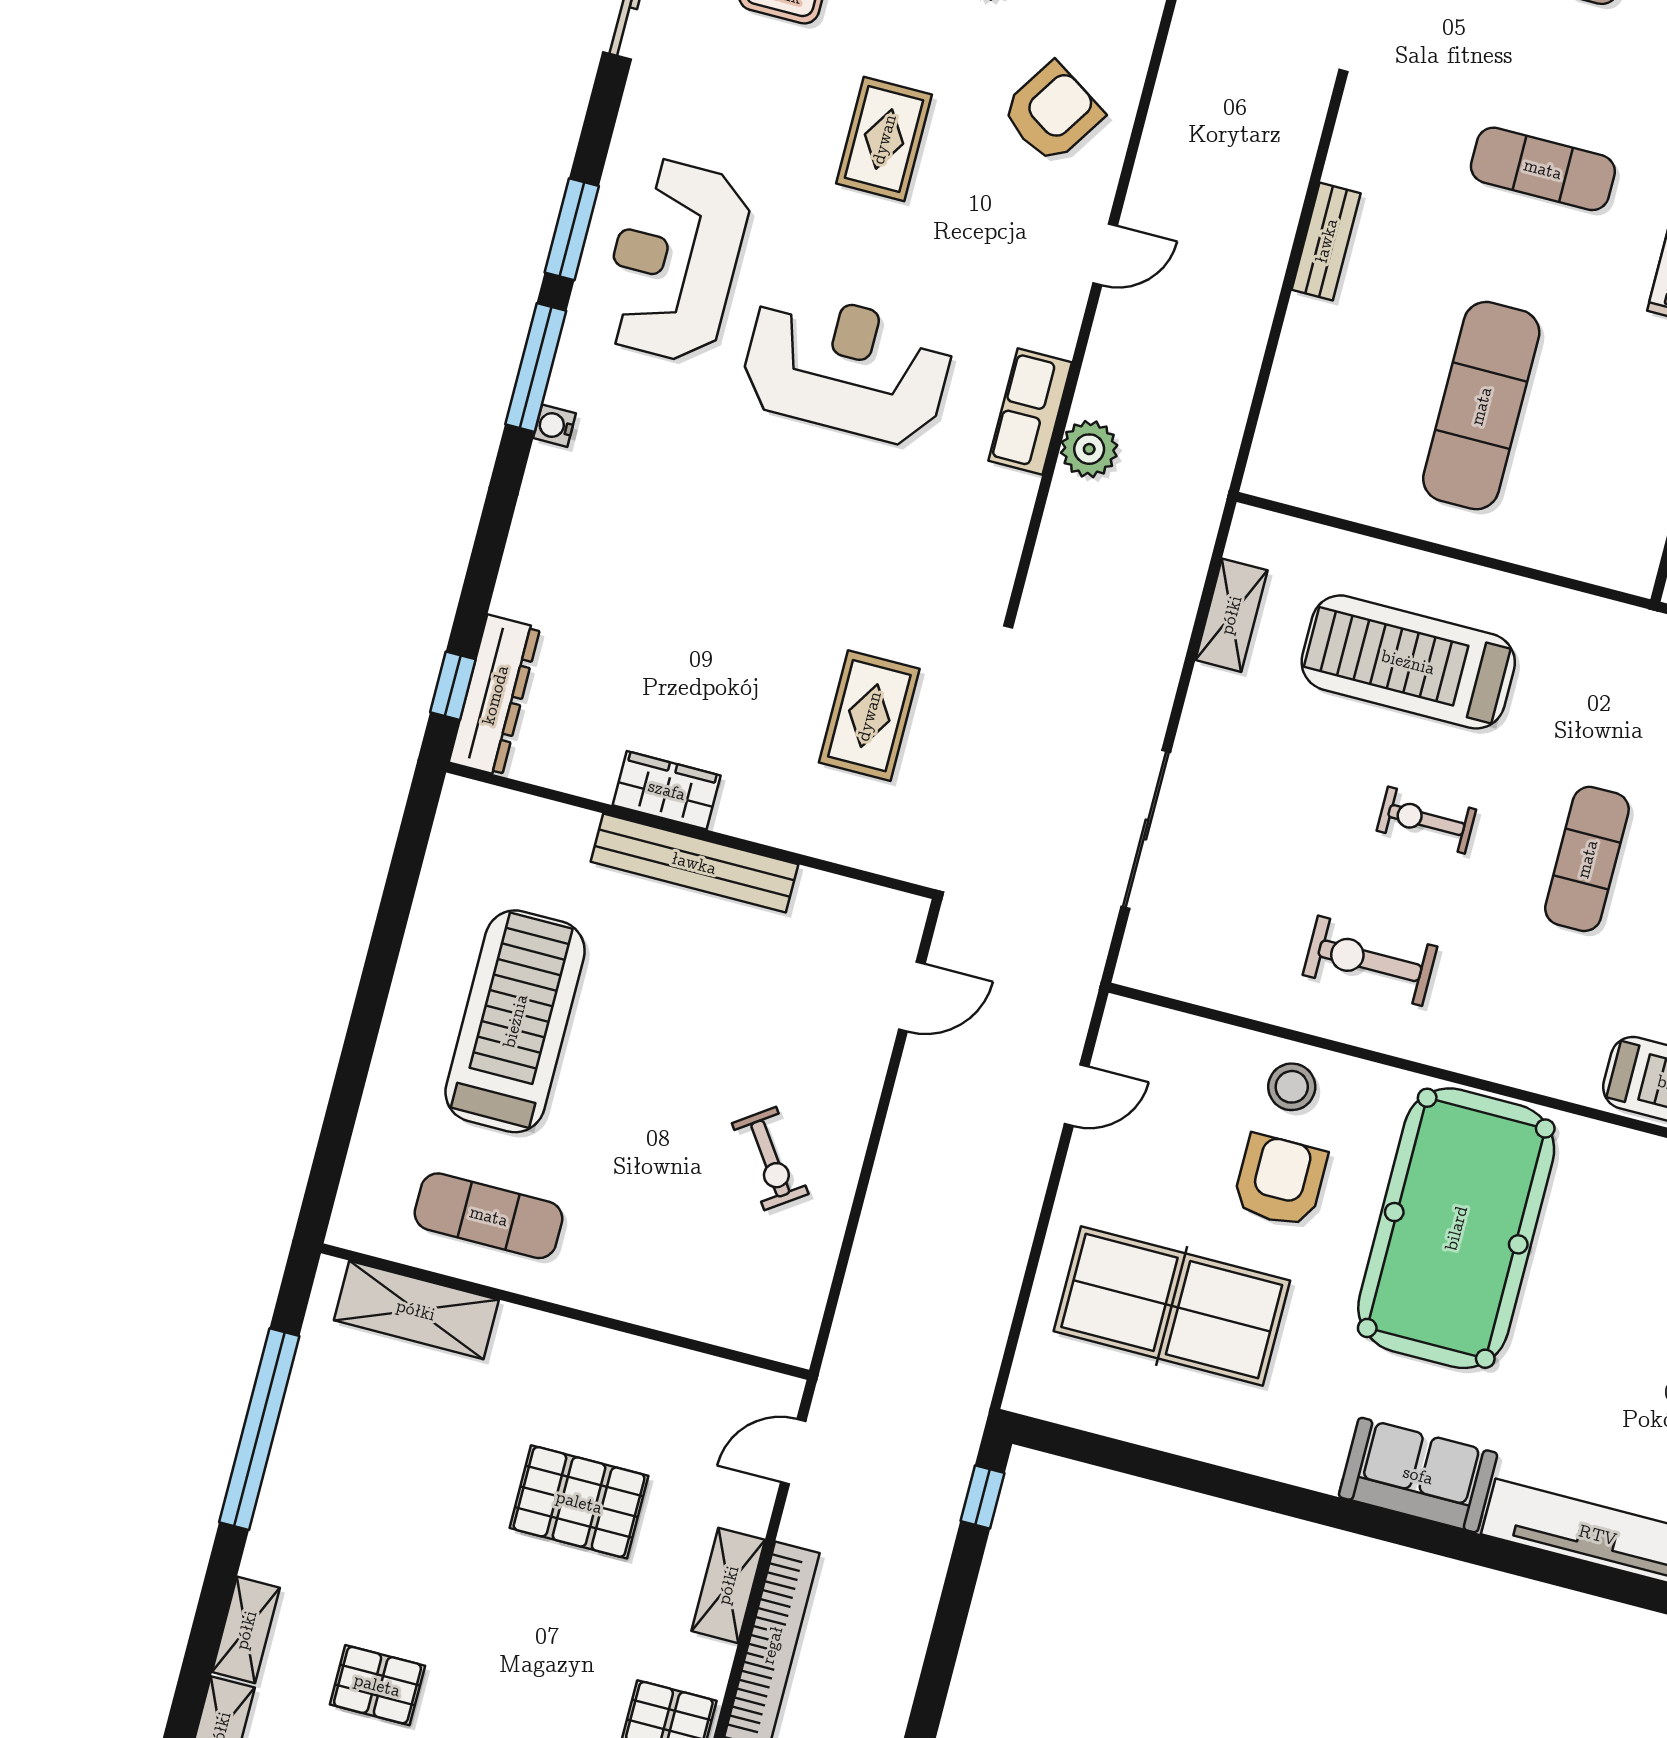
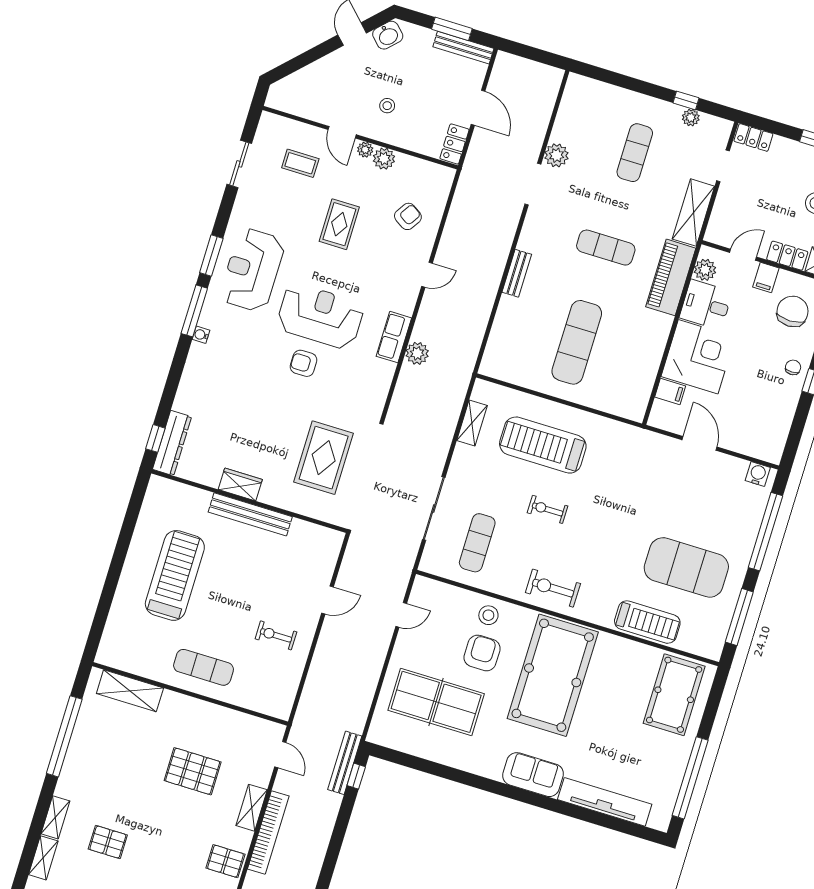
armchair: (1052, 113) -> (408, 216), width x0.72, depth x0.72
armchair: (810, 485) -> (304, 363), added
rug: (869, 716) -> (324, 458), width x1.36, depth x1.43
exercise mat: (1587, 859) -> (477, 543), moved
exercise bike: (1370, 961) -> (553, 588), moved
door: (912, 997) -> (327, 600), moved
exercise bike: (770, 1159) -> (276, 635), turned 125
exercise mat: (489, 1216) -> (204, 667), moved
door: (793, 1452) -> (280, 755), swing flipped
bench: (953, 1465) -> (345, 763), added

